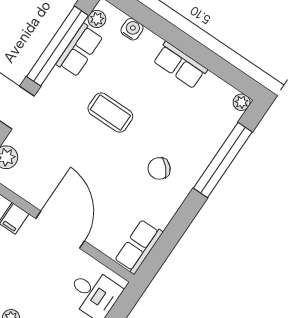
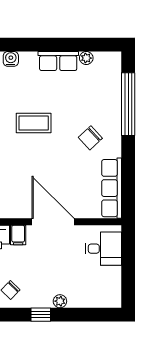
plant: (242, 102) -> (86, 58), moved
row of seats: (139, 246) -> (112, 188), width x1.48

